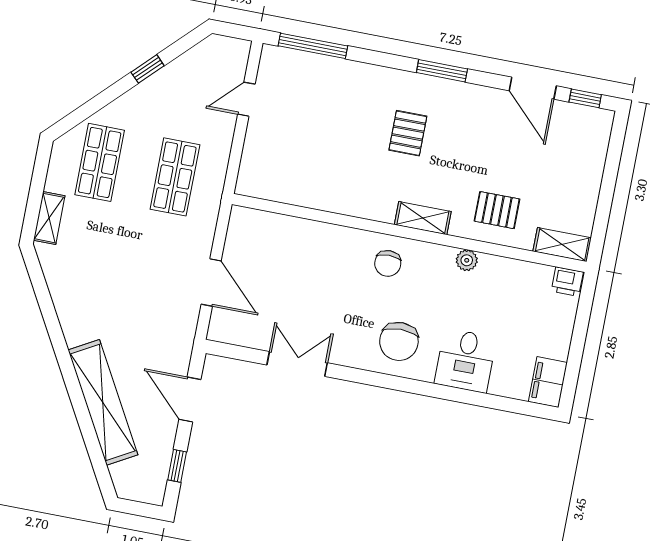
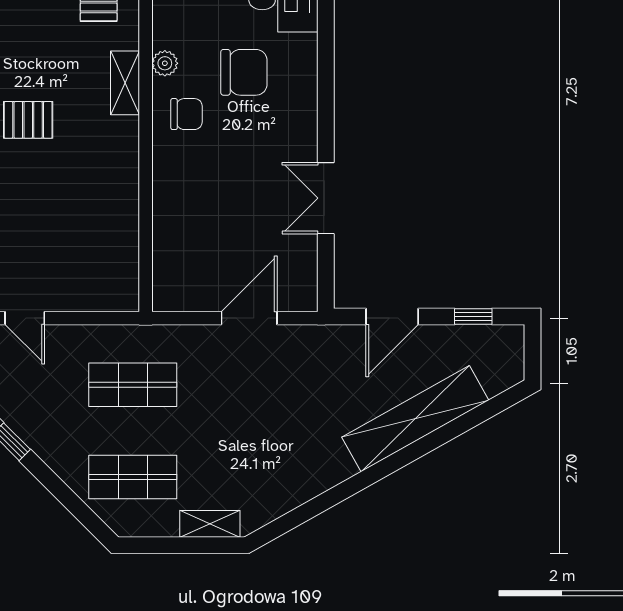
plant: (467, 260) -> (165, 63), moved
chair: (399, 341) -> (244, 72), moved

